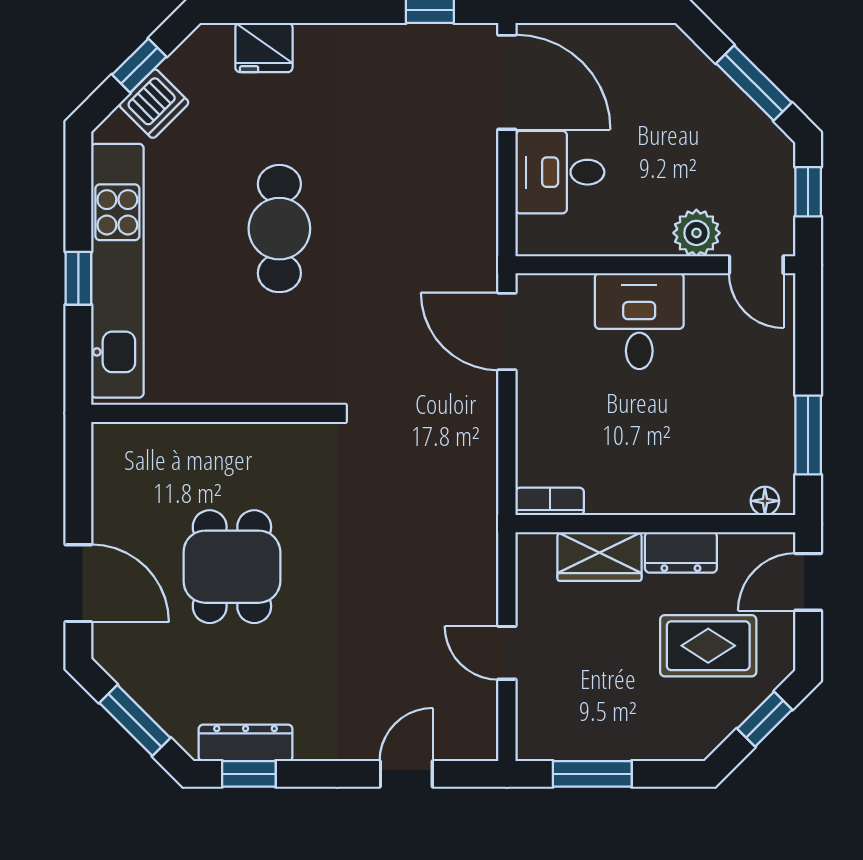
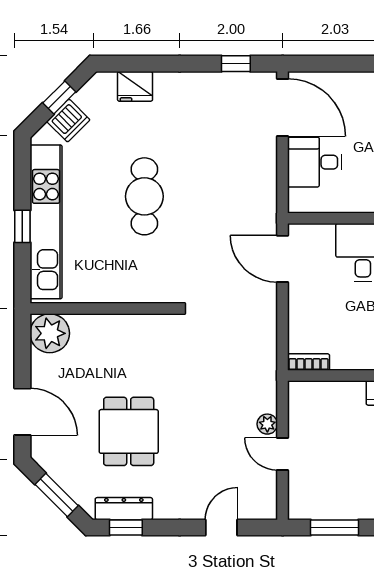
plant: (123, 454) -> (50, 333), added
wardrobe: (599, 556) -> (339, 395), removed
dining table: (232, 567) -> (129, 431), moved
plant: (482, 604) -> (267, 424), added

